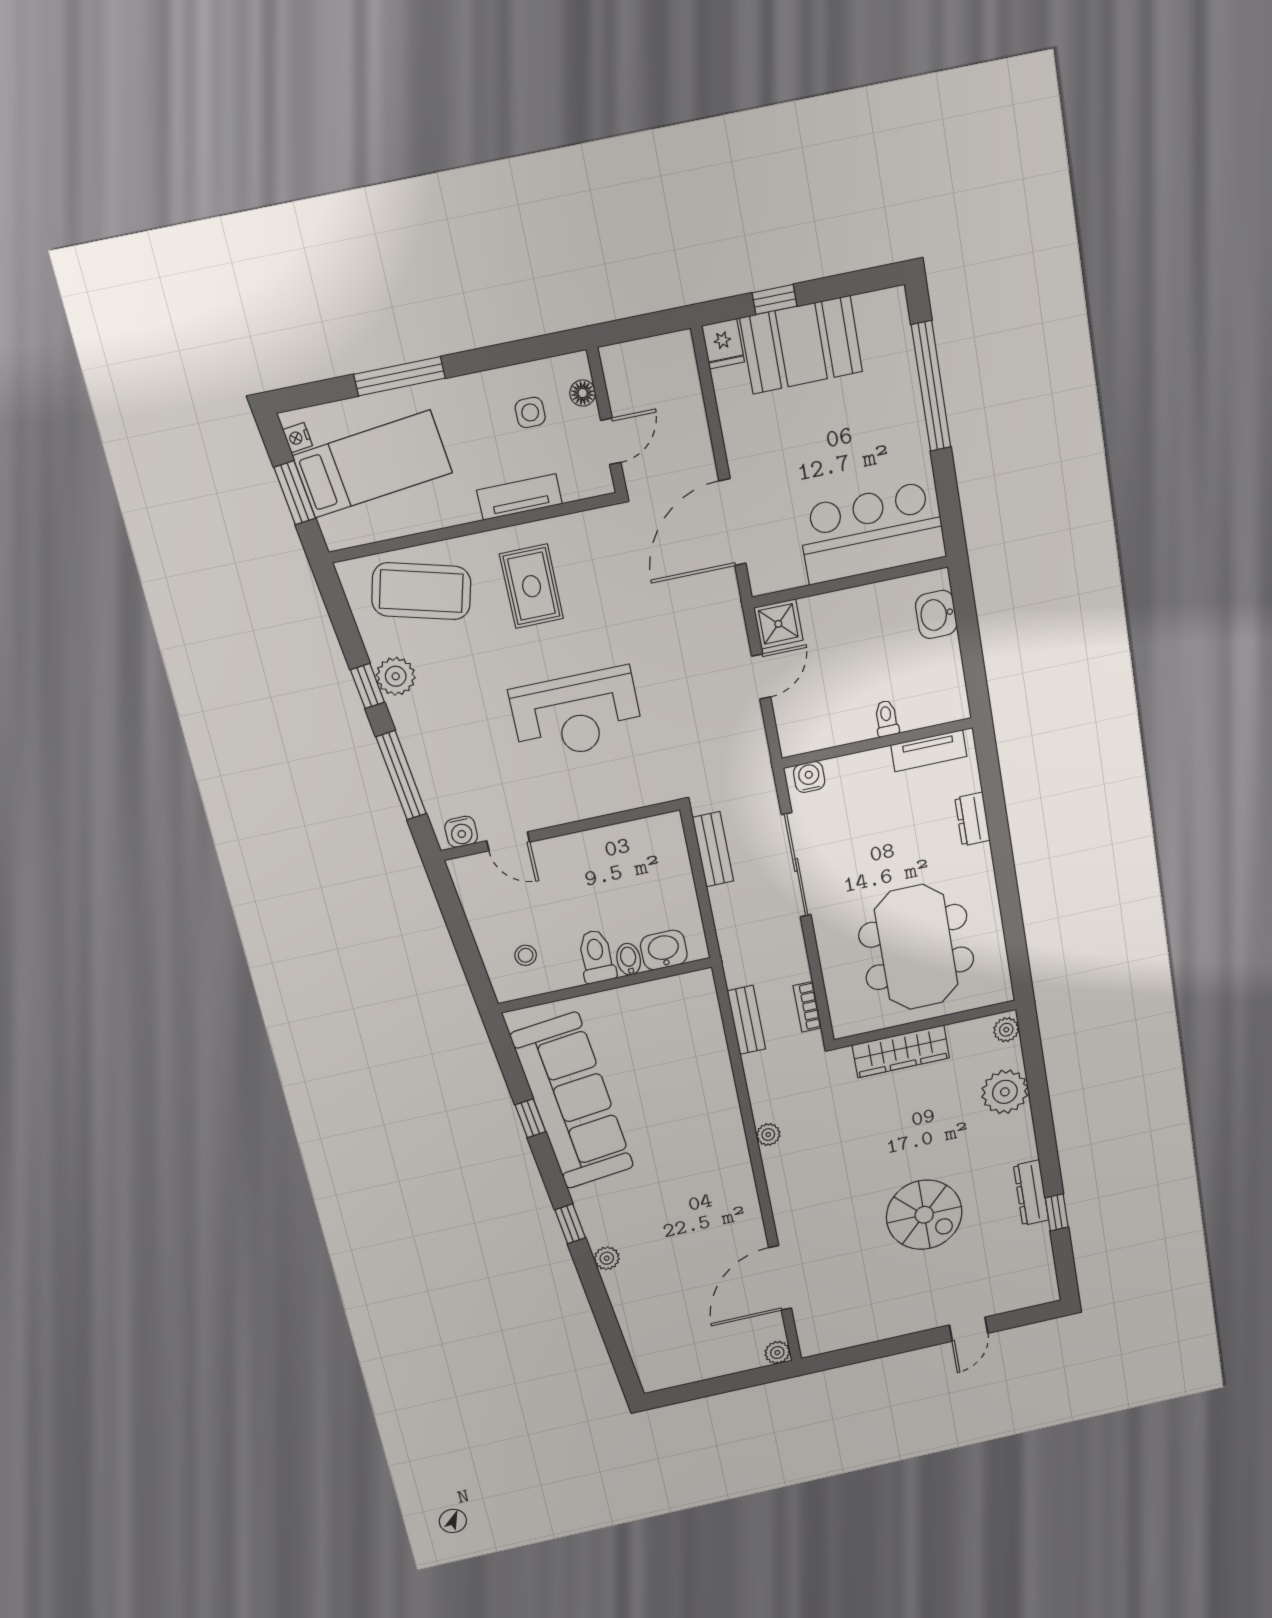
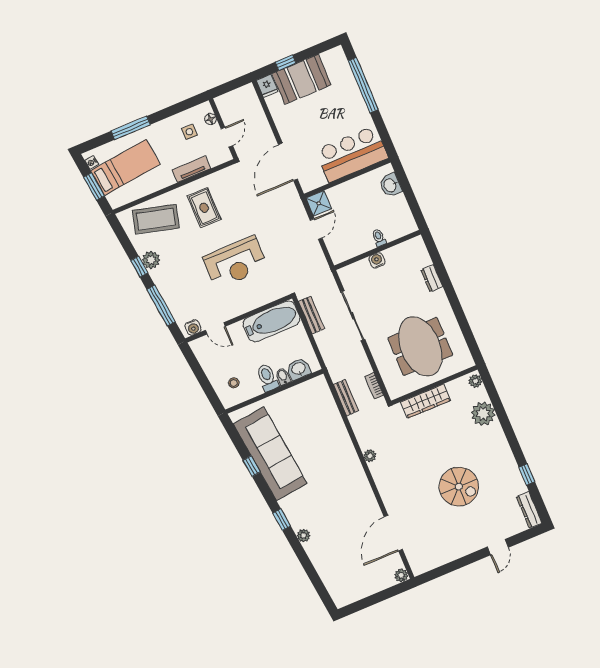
tv unit: (929, 751) -> (403, 249), removed
water cooler: (809, 777) -> (377, 260), moved
bathtub: (628, 848) -> (272, 321), added
dresser: (1031, 1193) -> (529, 510), moved

